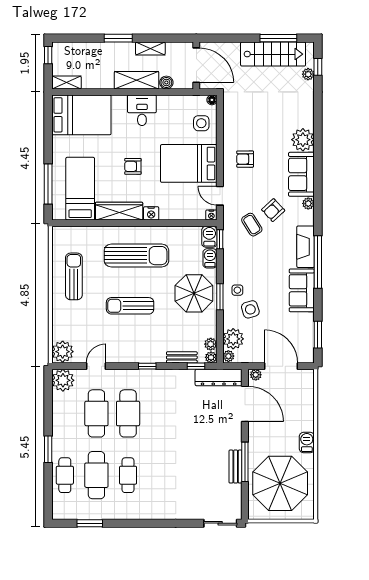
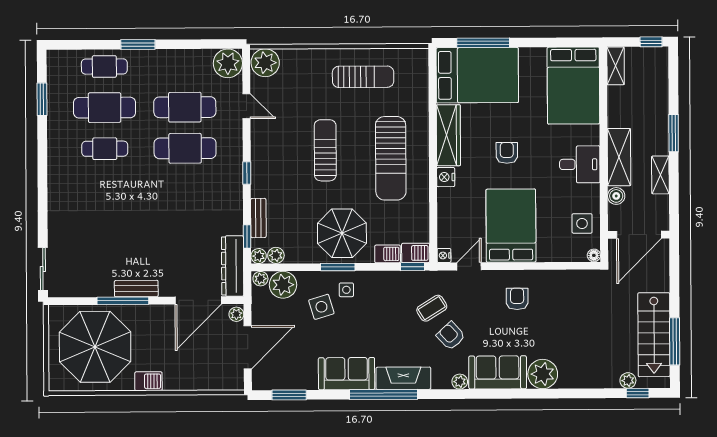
side table: (201, 123) -> (582, 223), moved
bed: (80, 189) -> (477, 75), width x1.50
bench: (236, 467) -> (136, 289), moved

